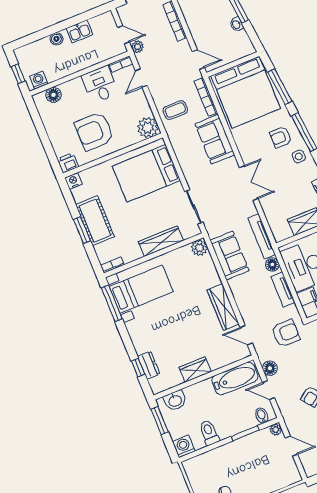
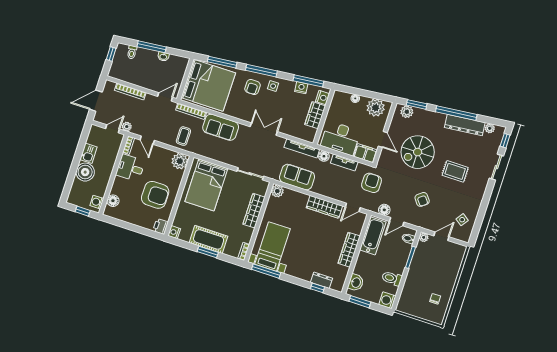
boiler: (56, 39) -> (85, 172), width x1.86, depth x1.86
armchair: (94, 131) -> (155, 195), turned -90
wardrobe: (195, 370) -> (349, 250), width x1.50

